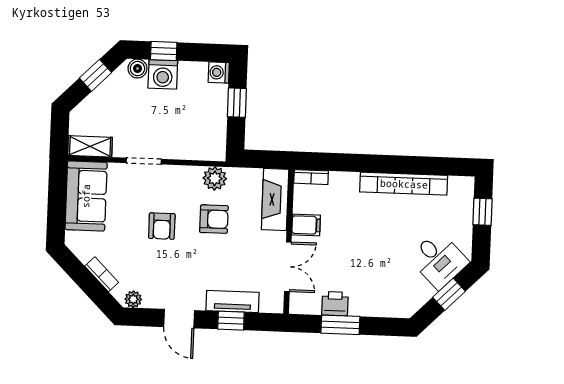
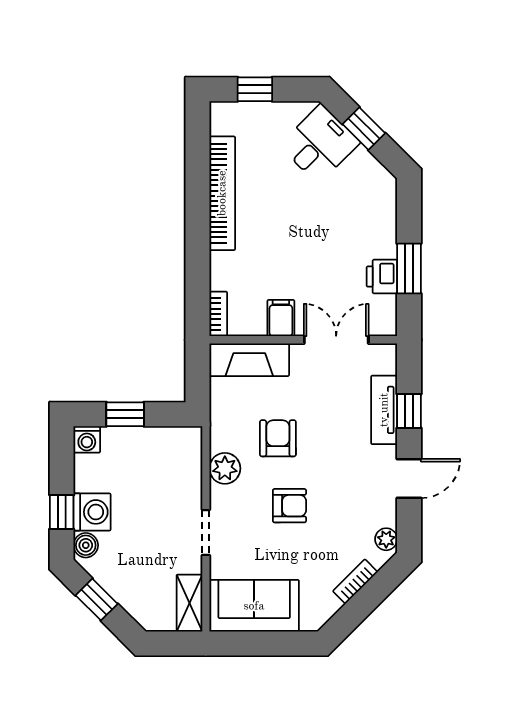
plant: (215, 178) -> (225, 468), moved

